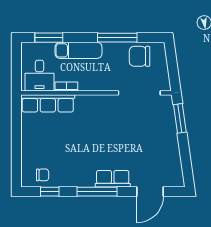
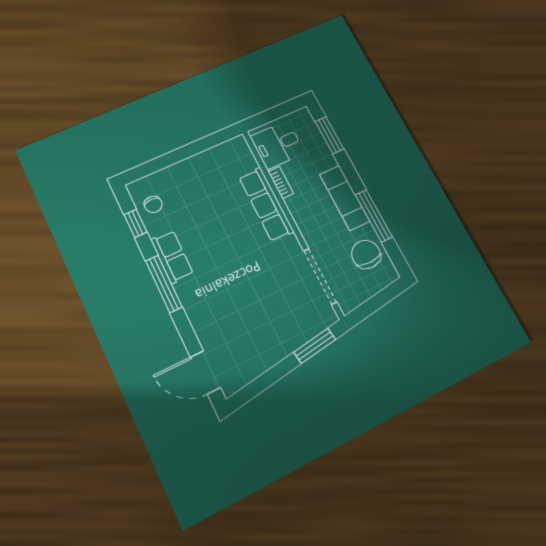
exam couch: (79, 50) -> (345, 198), moved
row of seats: (48, 103) -> (266, 204), moved
row of seats: (113, 179) -> (172, 257), moved
door: (150, 192) -> (205, 372), moved

